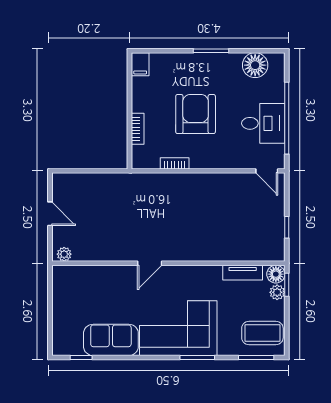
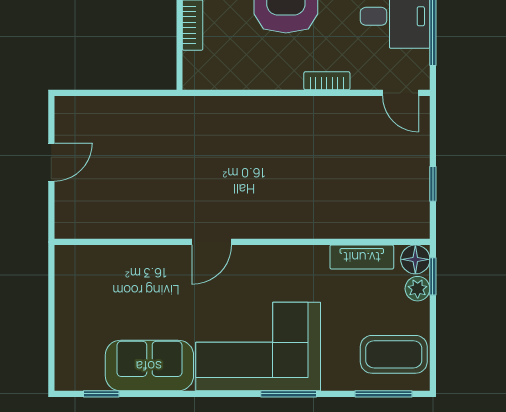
bookcase: (175, 163) -> (327, 81), moved
door: (50, 214) -> (51, 162), hinge flipped
plant: (64, 254) -> (74, 227), removed

